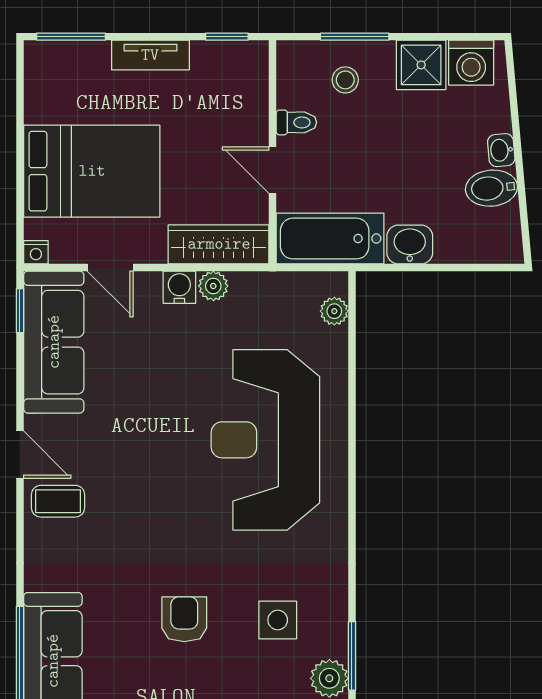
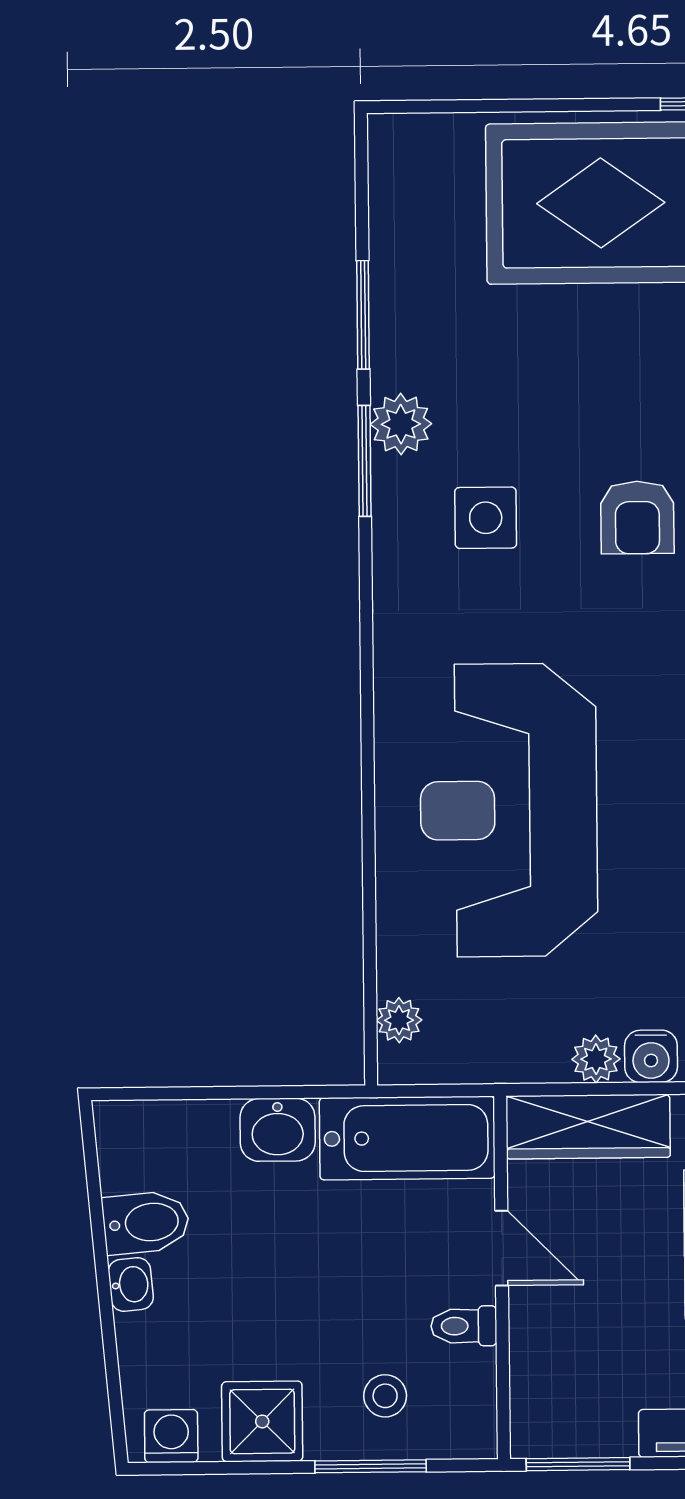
window: (227, 37) -> (578, 1464), width x1.50
washing machine: (471, 63) -> (171, 1436), width x0.73, depth x0.73
reception desk: (265, 440) -> (509, 810), turned 180

